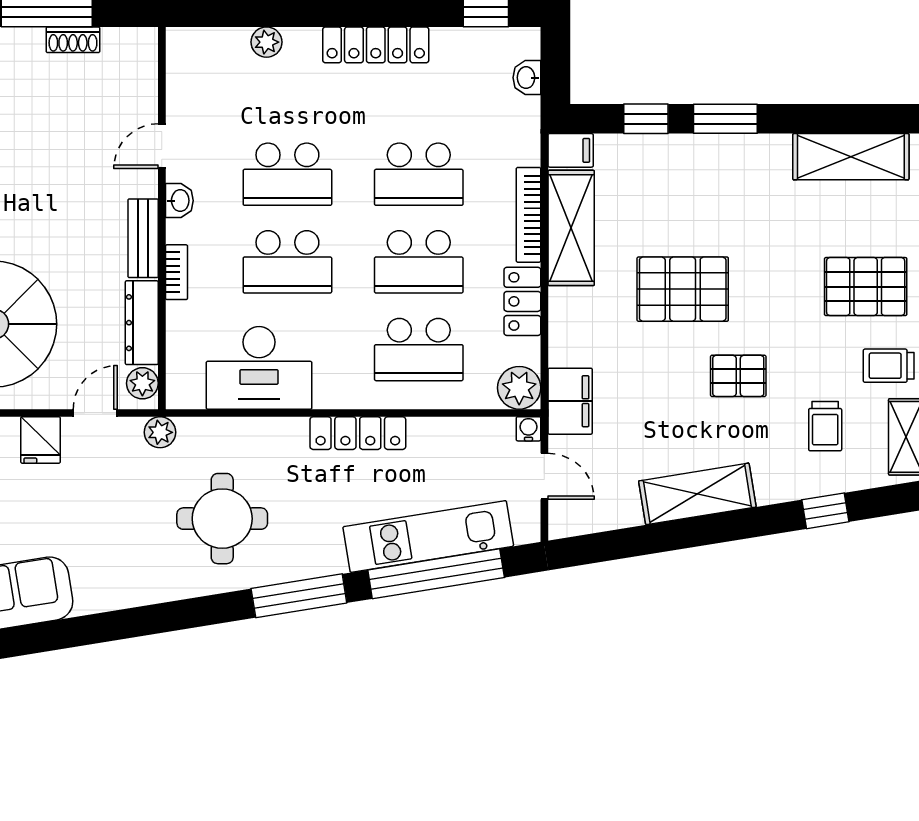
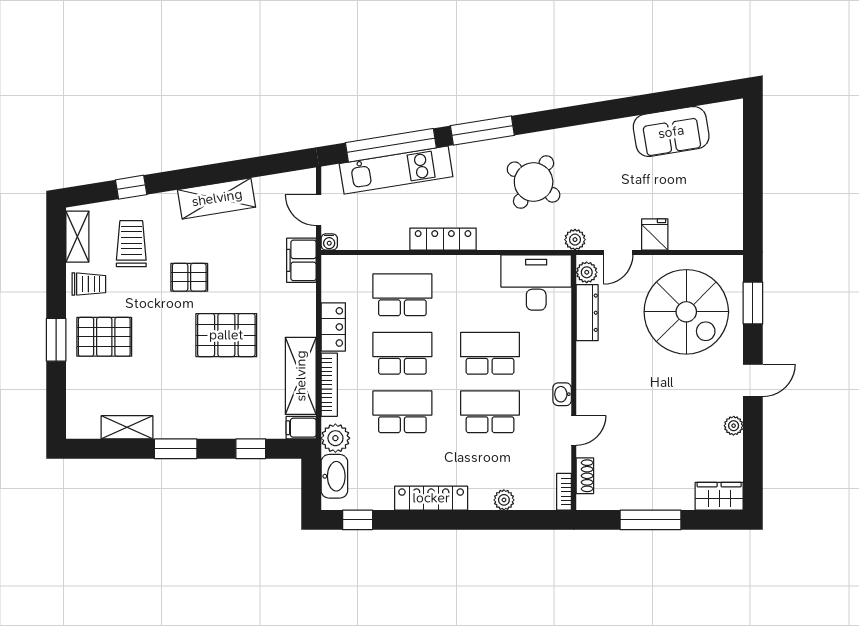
shoe rack: (73, 40) -> (585, 476), moved, turned 90
washbasin: (527, 78) -> (334, 476), width x1.91, depth x1.45
window: (725, 119) -> (176, 449), moved
shelving: (851, 157) -> (127, 427), width x0.67, depth x0.75
bench: (143, 238) -> (586, 369), removed
bookcase: (177, 272) -> (564, 492), moved
desk: (259, 368) -> (536, 283), moved
plant: (519, 388) -> (335, 438), moved
trolley: (825, 426) -> (131, 244), width x1.36, depth x1.39
round table: (222, 519) -> (534, 182), turned 34

